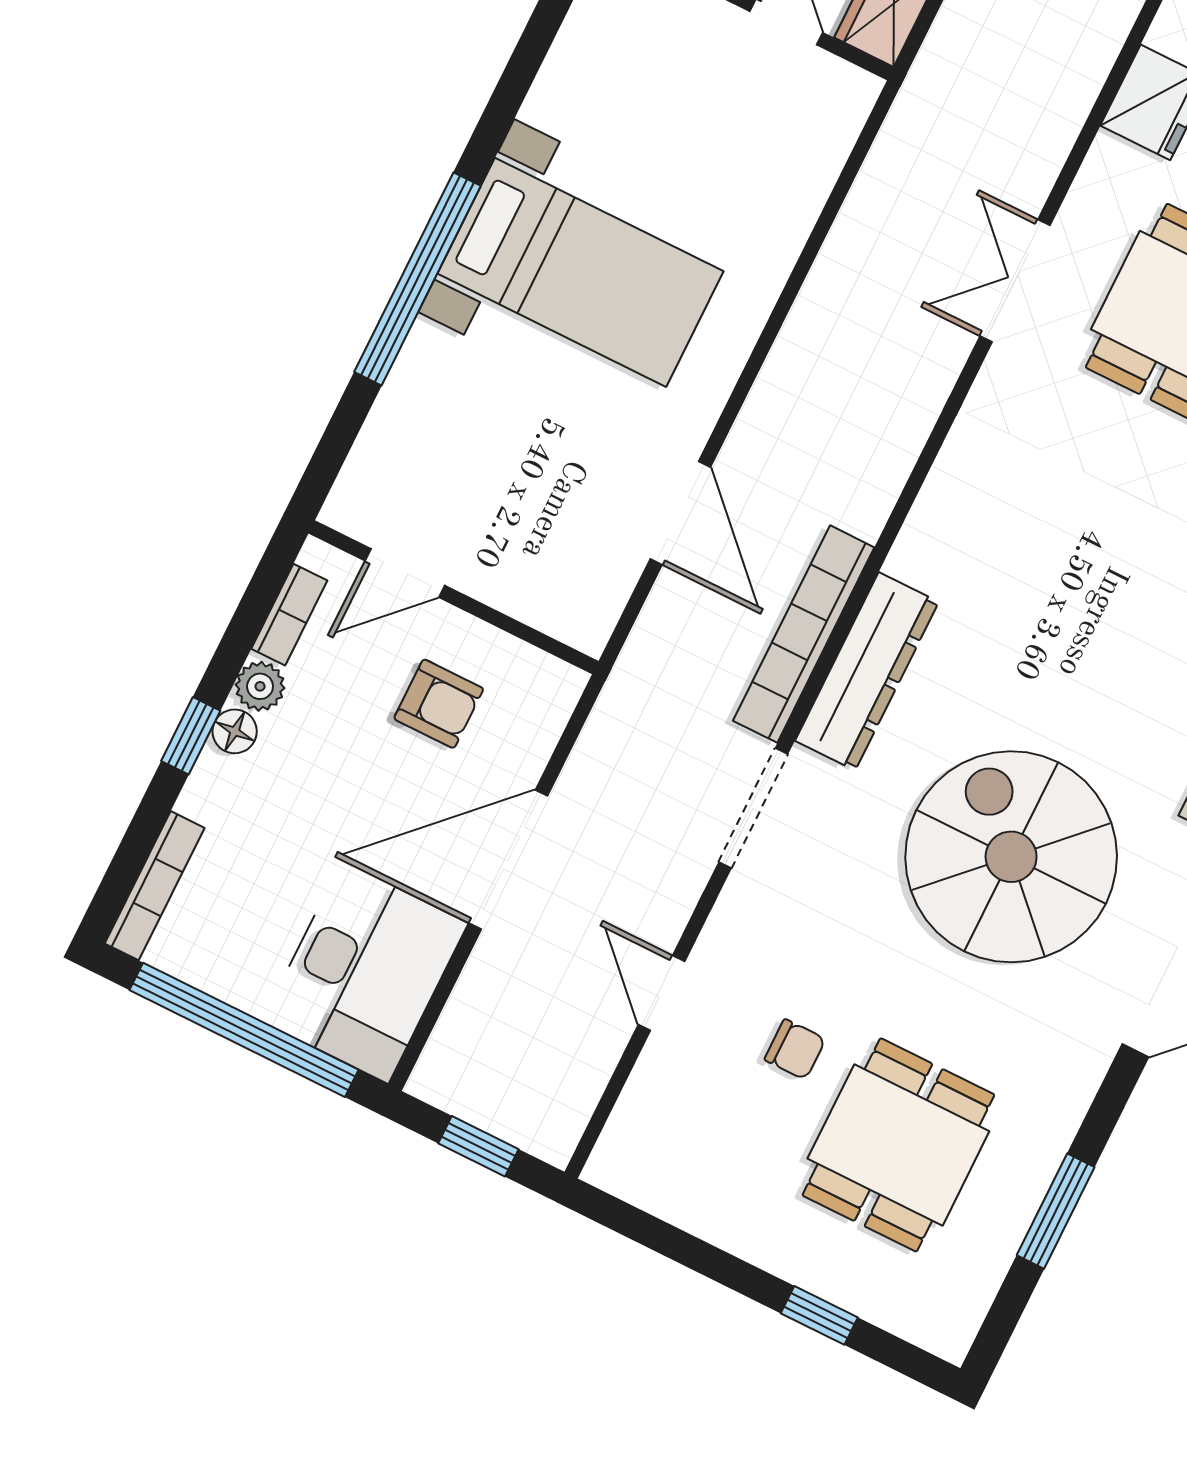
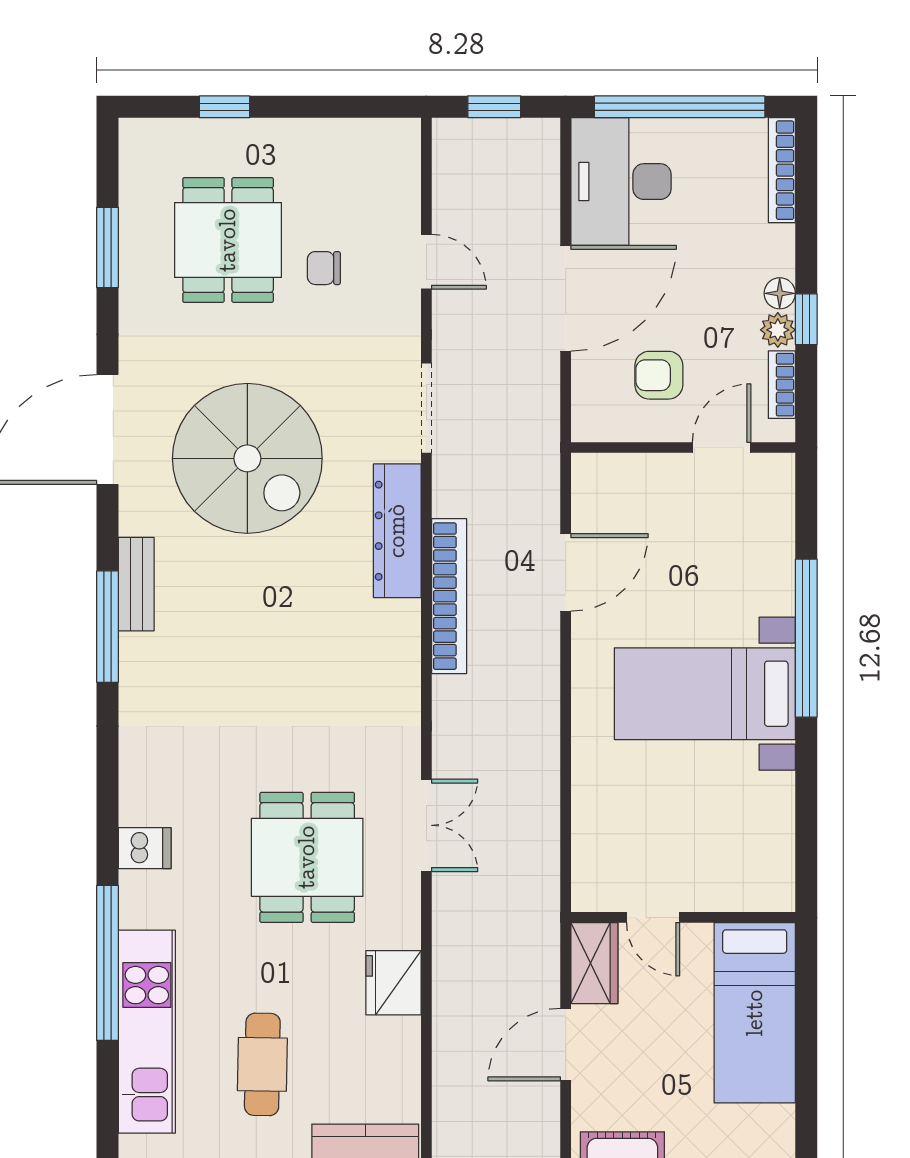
door: (680, 513) -> (566, 572), swing flipped
bookcase: (804, 634) -> (449, 596), moved
window: (191, 736) -> (806, 319), moved

